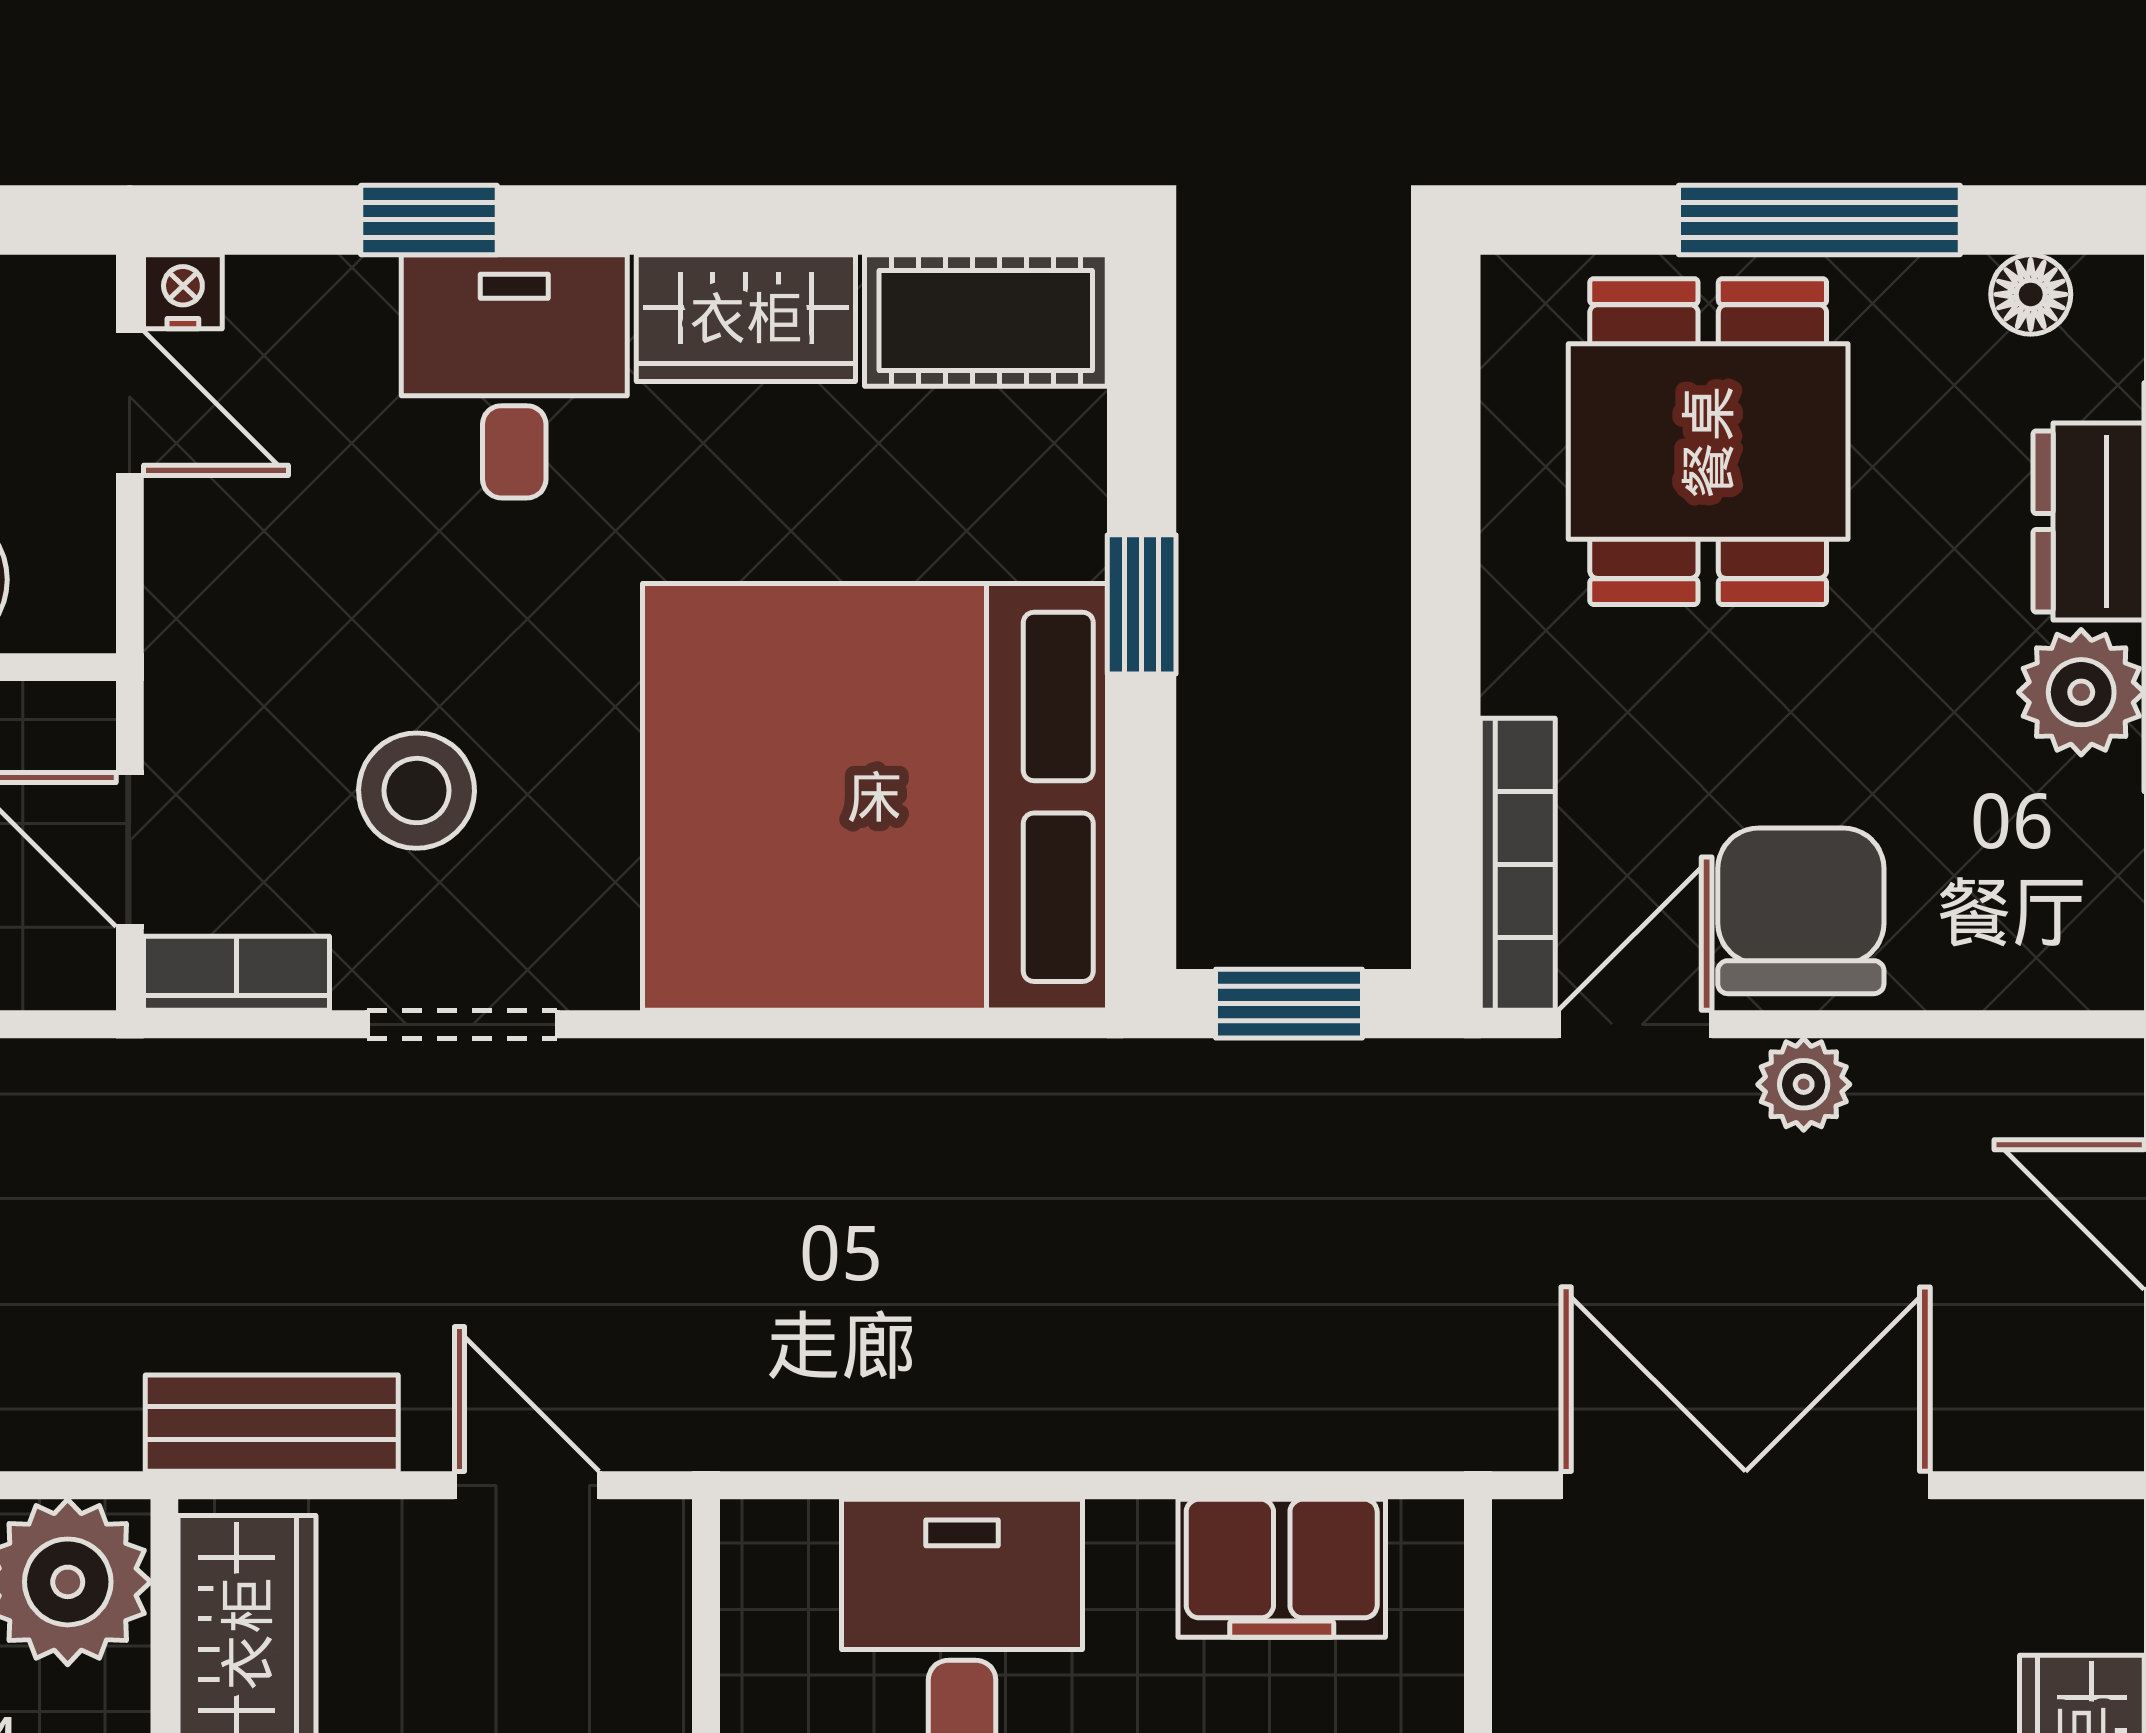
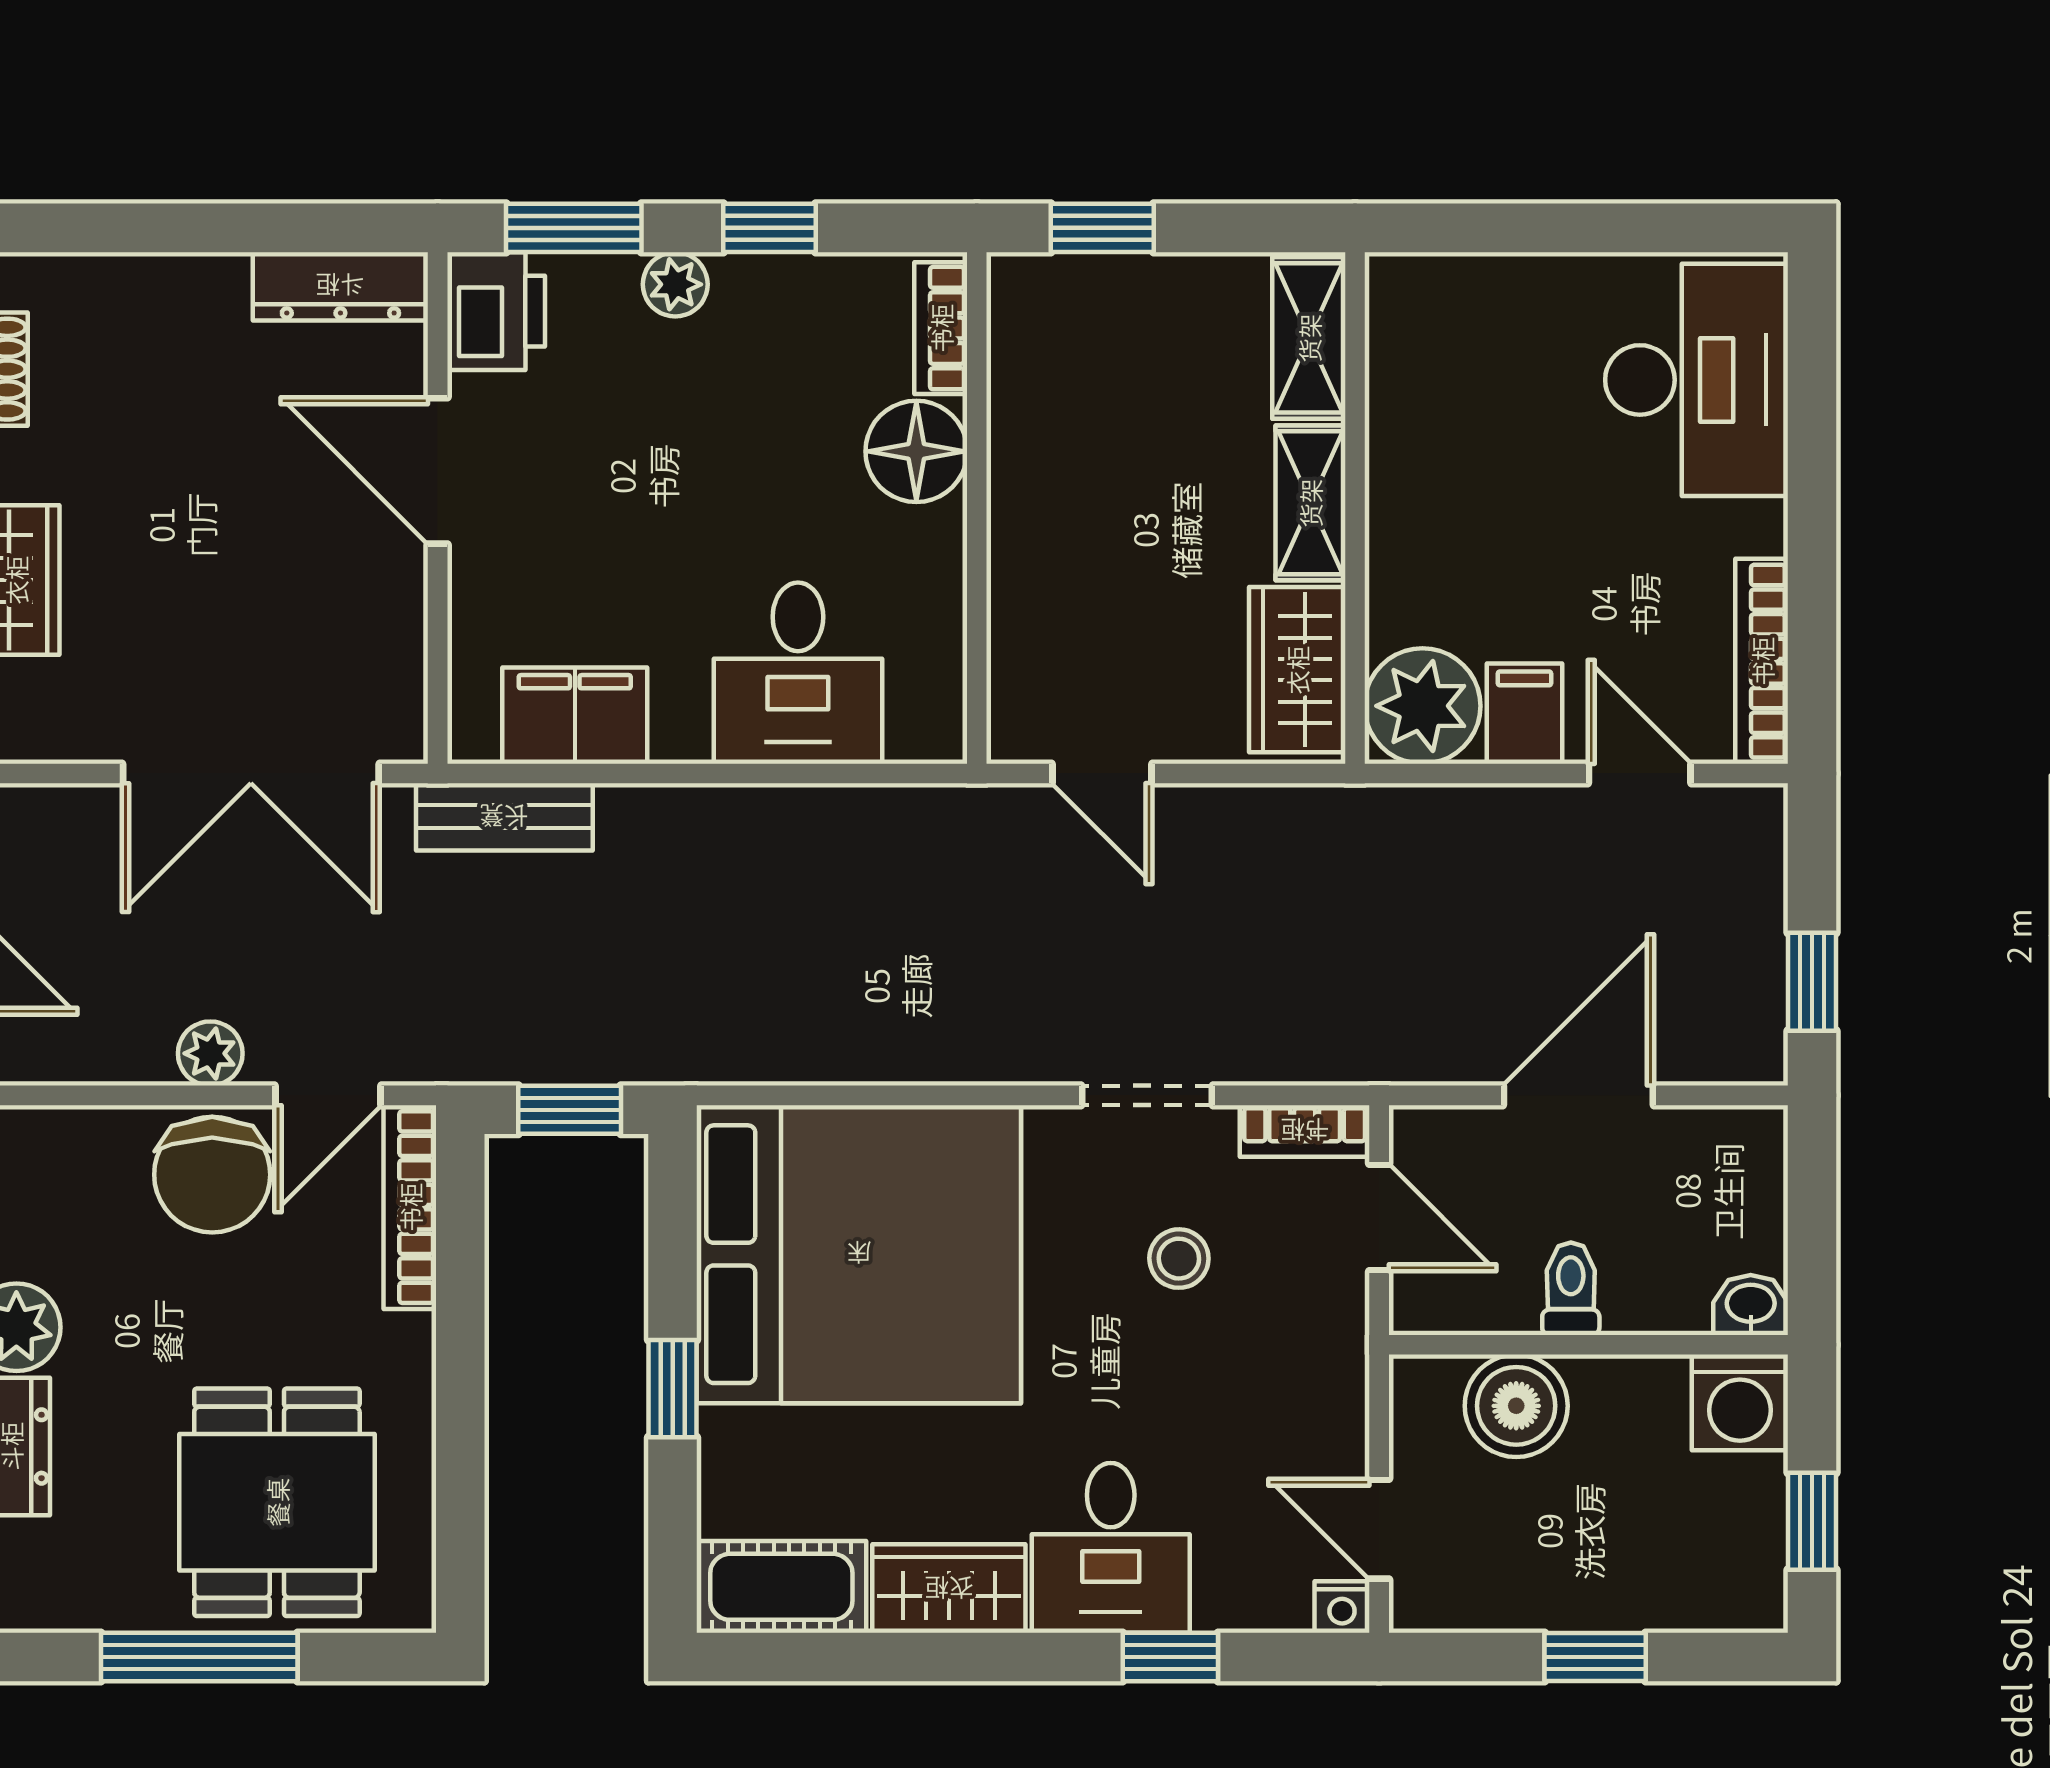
floor lamp: (2031, 294) -> (52, 1605), removed
stool: (417, 791) -> (1179, 1259), width x0.73, depth x0.73
bench: (272, 1423) -> (504, 817), moved

